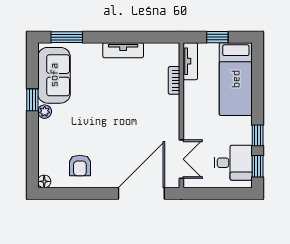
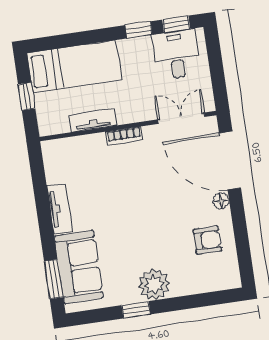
tv unit: (190, 61) -> (93, 120), moved
sofa: (54, 75) -> (79, 267), moved, turned 90
bookcase: (174, 80) -> (124, 136), moved
plant: (45, 112) -> (154, 284), width x1.88, depth x1.88
floor lamp: (44, 181) -> (221, 201), moved

